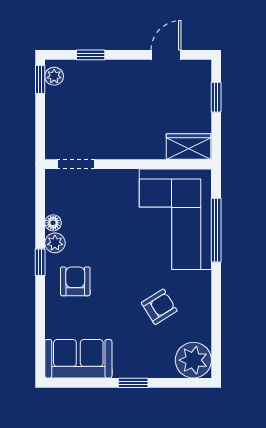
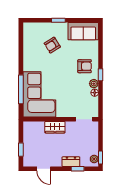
door: (166, 55) -> (44, 169), hinge flipped
dresser: (105, 70) -> (71, 162), added
wardrobe: (189, 147) -> (55, 127), moved
armchair: (75, 281) -> (85, 66), turned -90
armchair: (159, 307) -> (52, 45), moved
plant: (193, 360) -> (31, 31), removed

